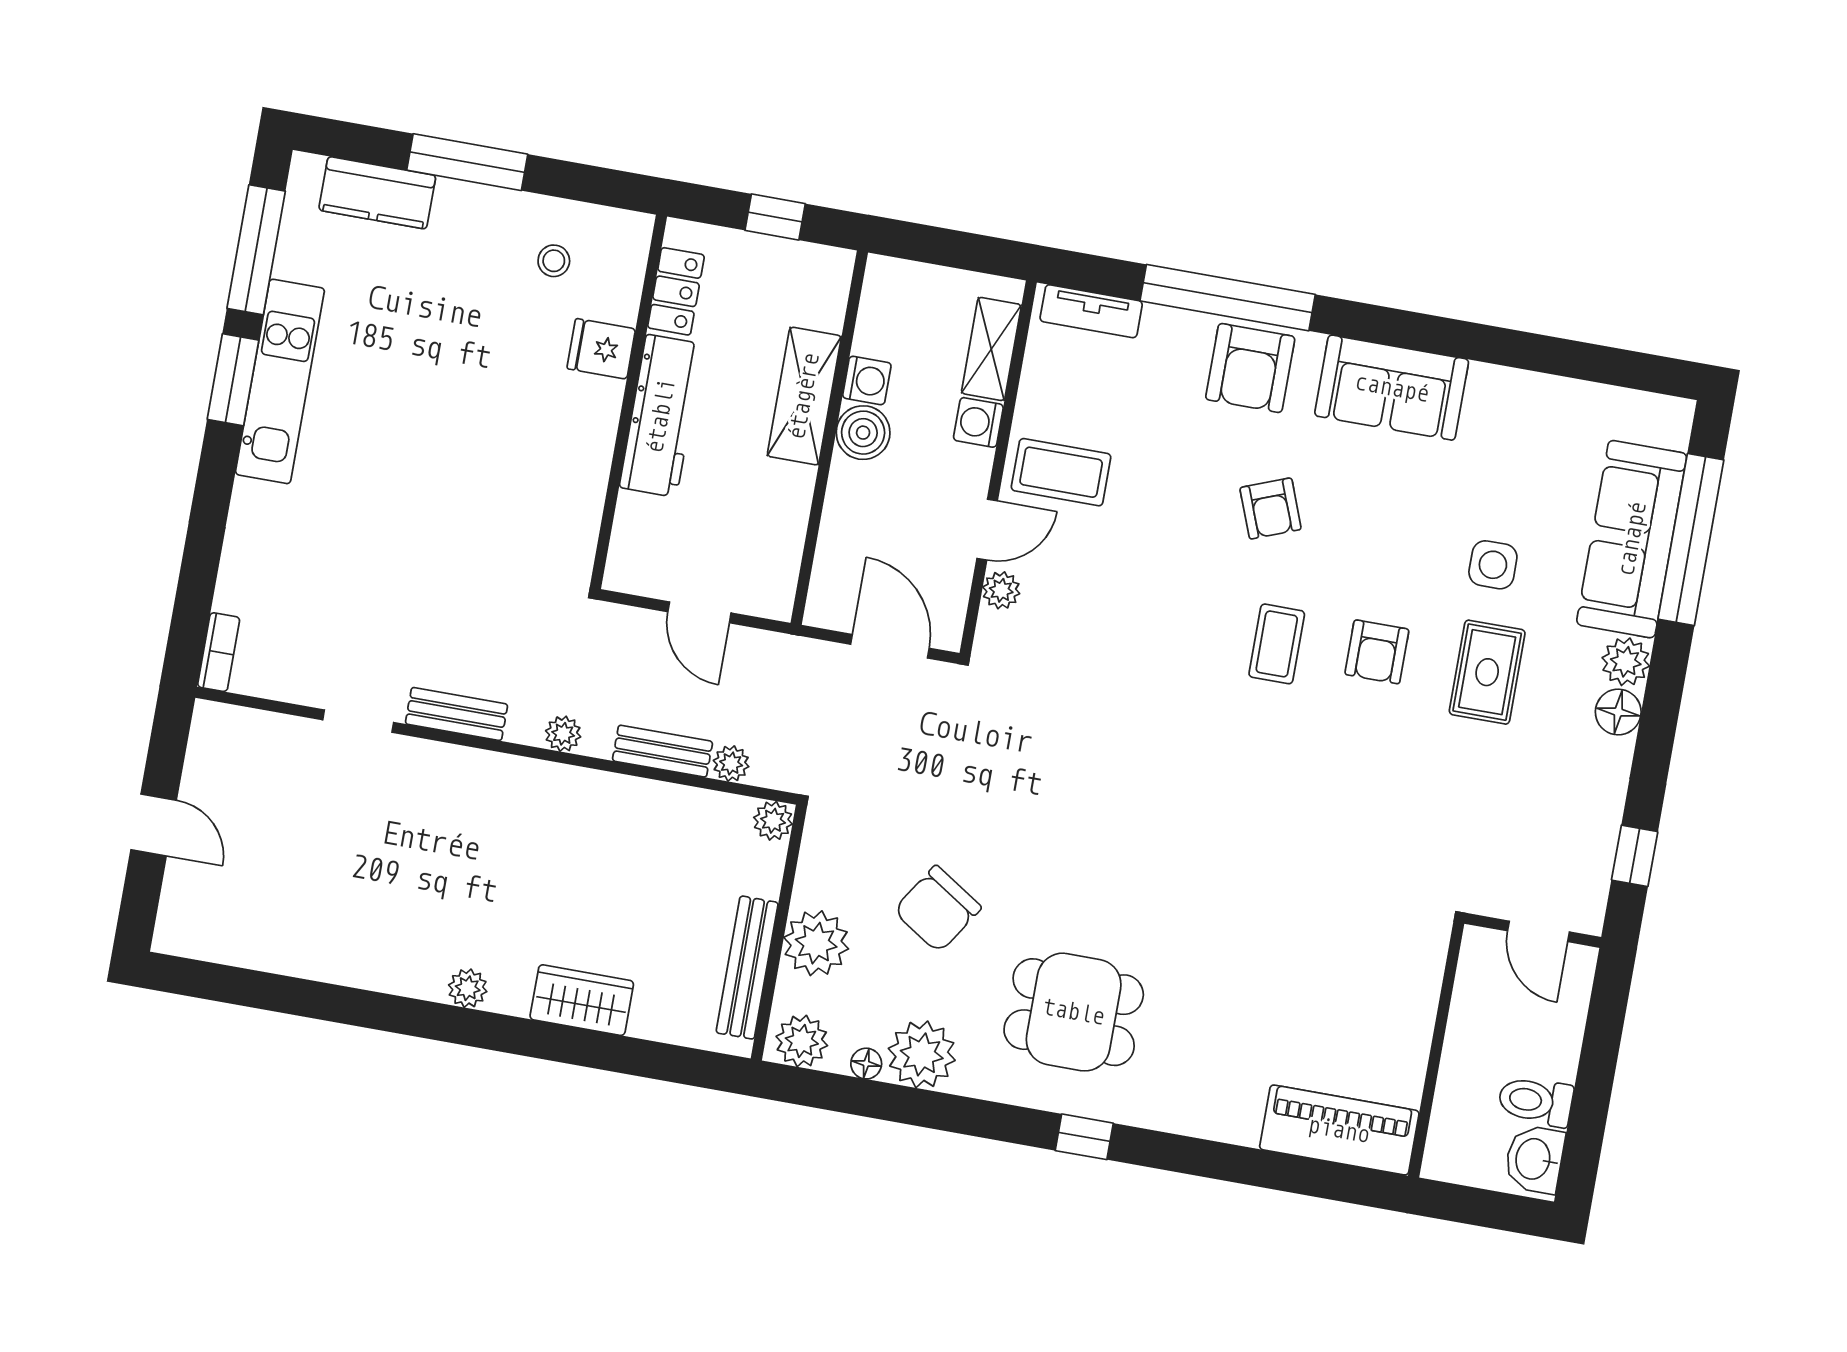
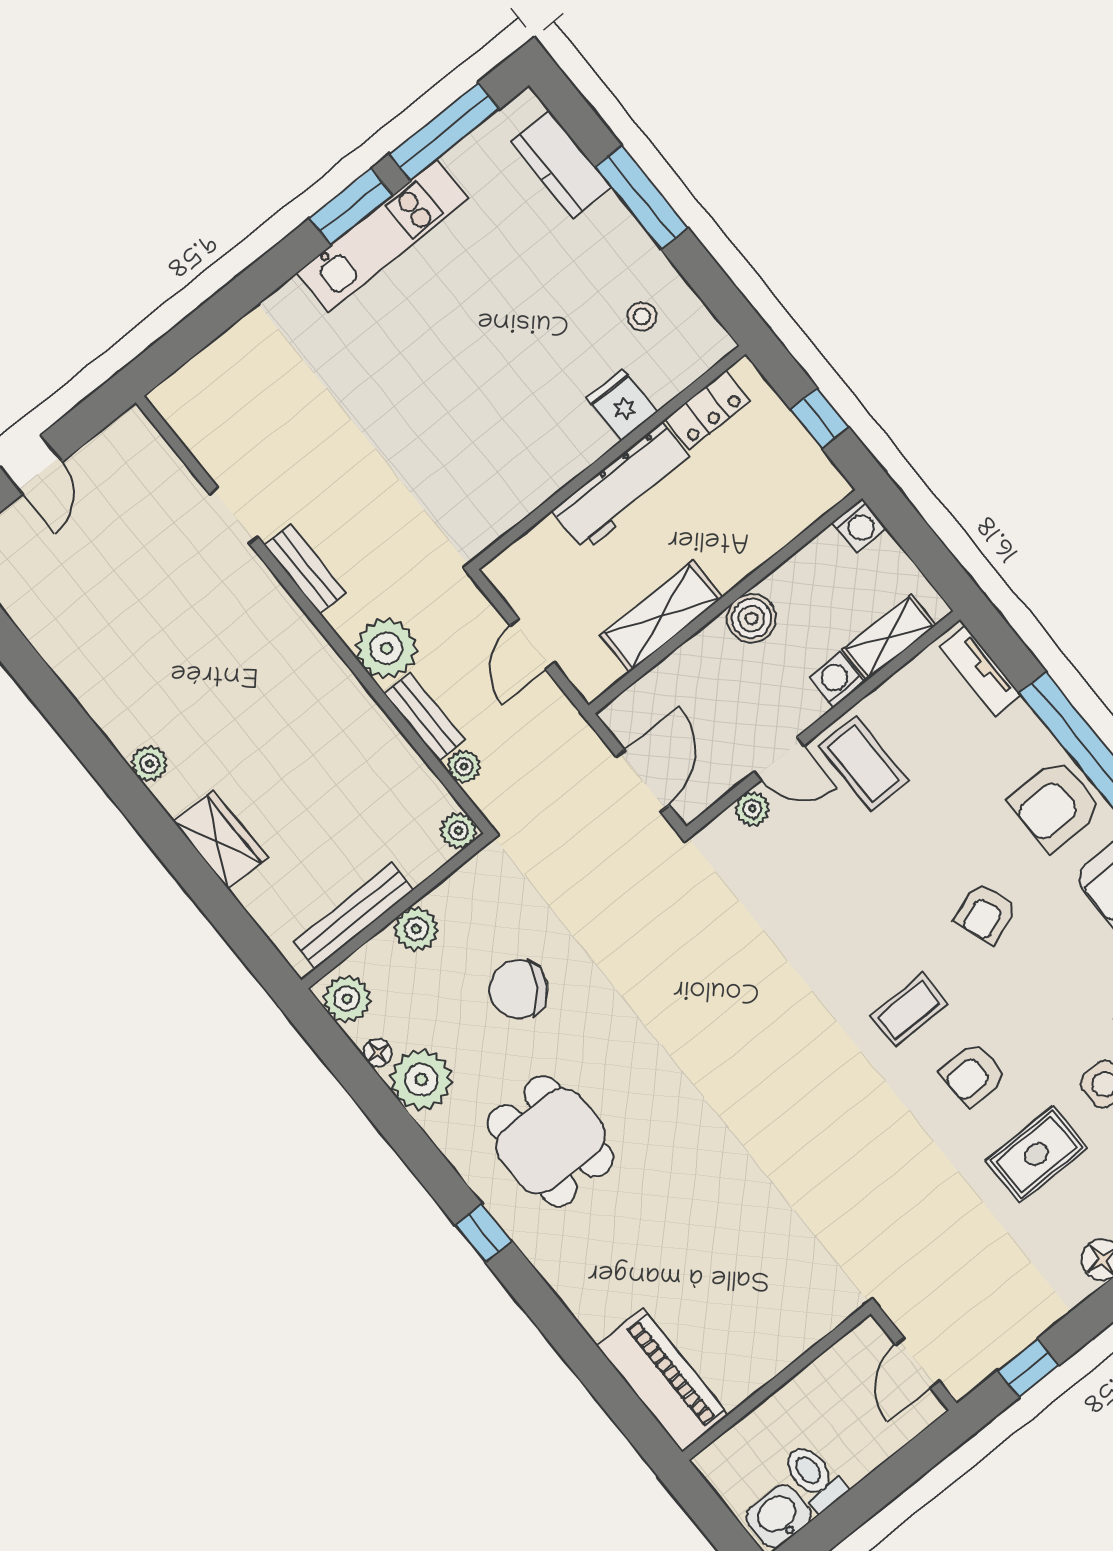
washing machine: (867, 380) -> (859, 525), moved
shelving: (804, 396) -> (661, 616), moved
bookcase: (219, 652) -> (179, 385), removed
plant: (563, 734) -> (387, 648), width x1.88, depth x1.88
plant: (816, 943) -> (416, 929), width x0.73, depth x0.73

